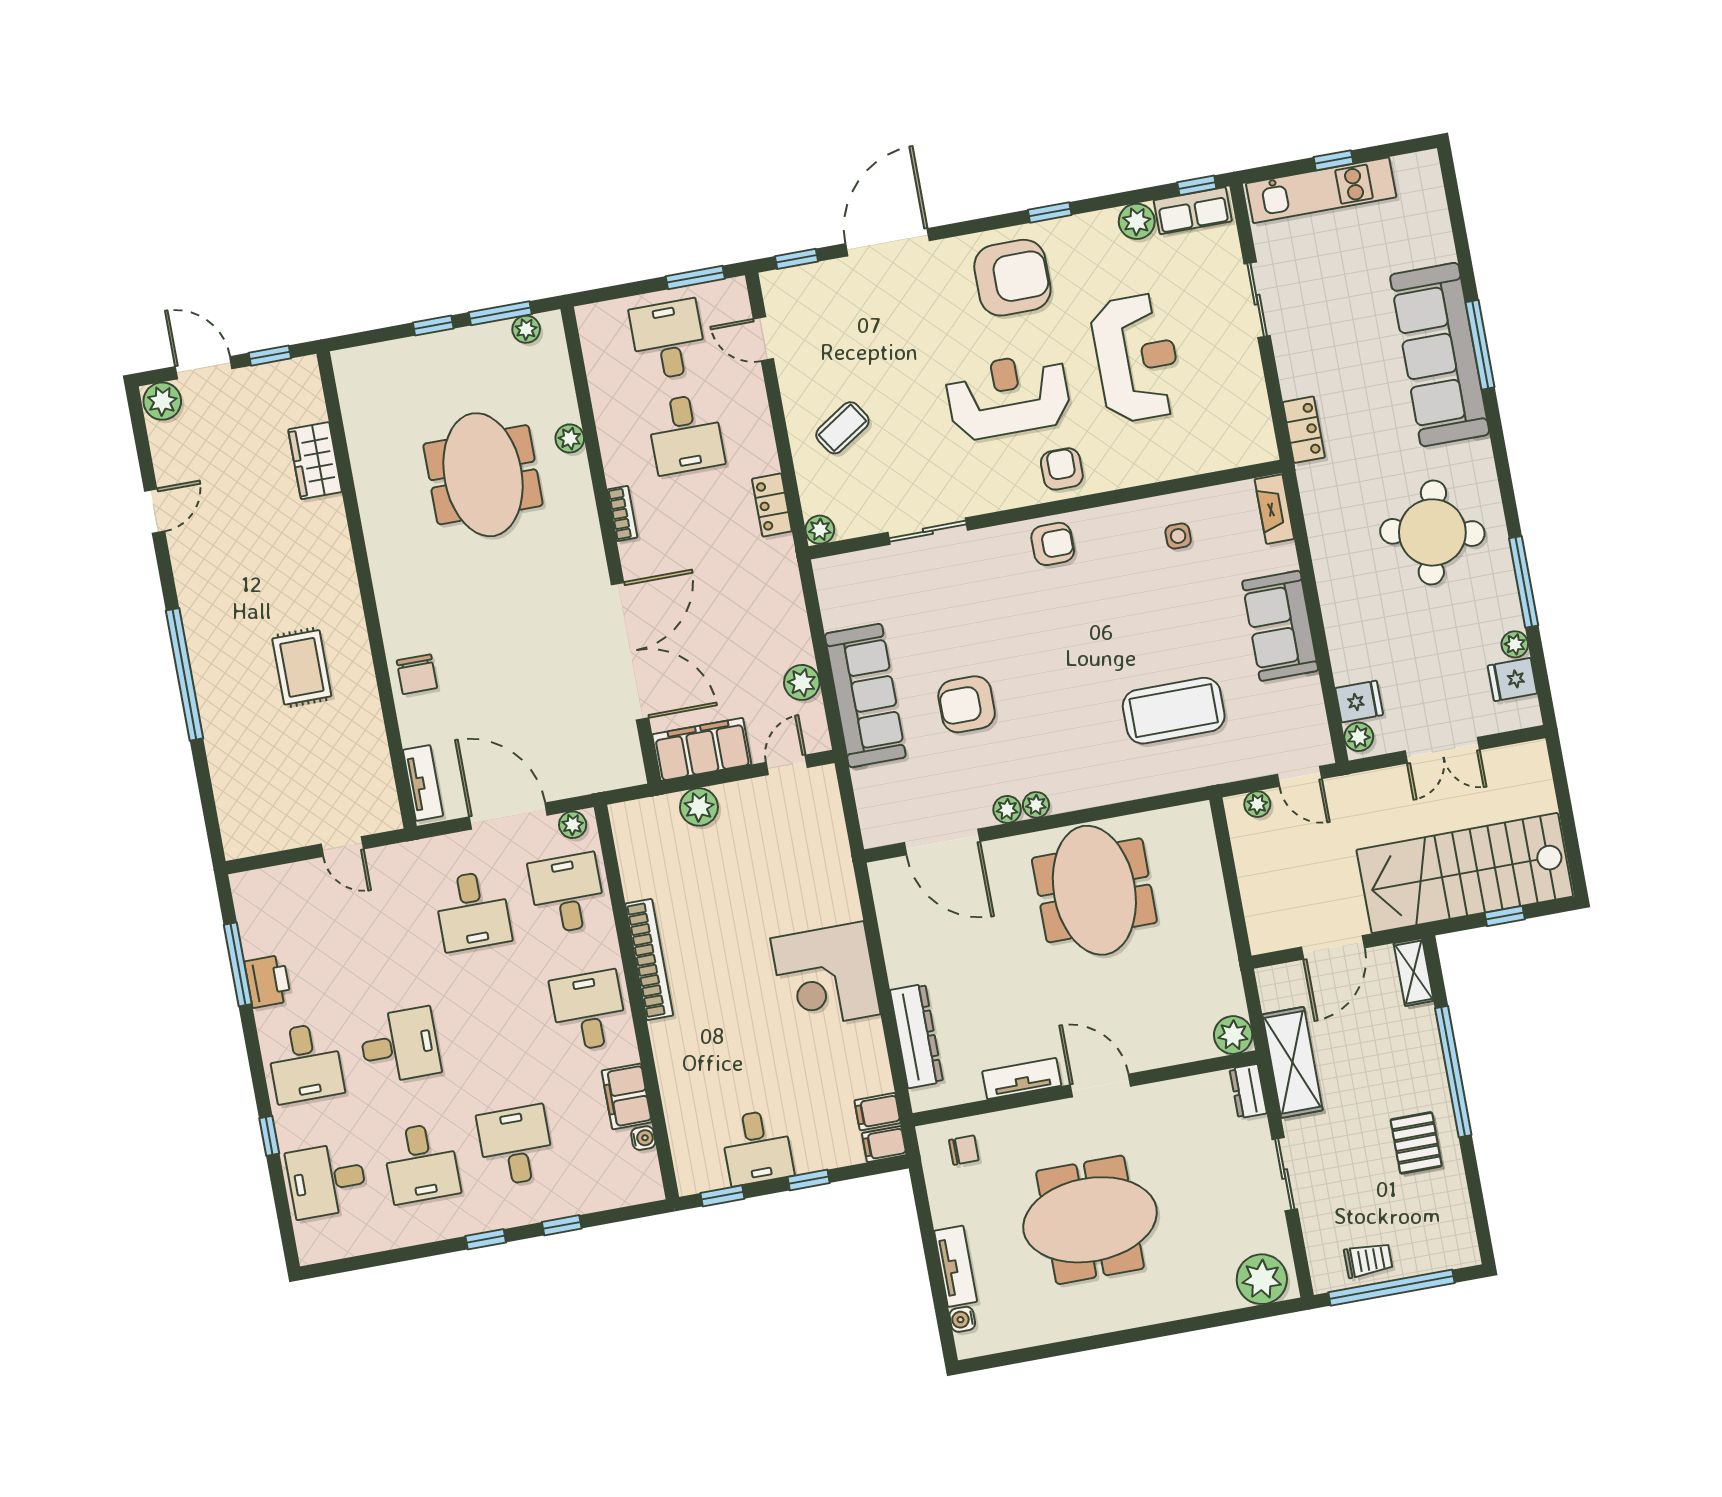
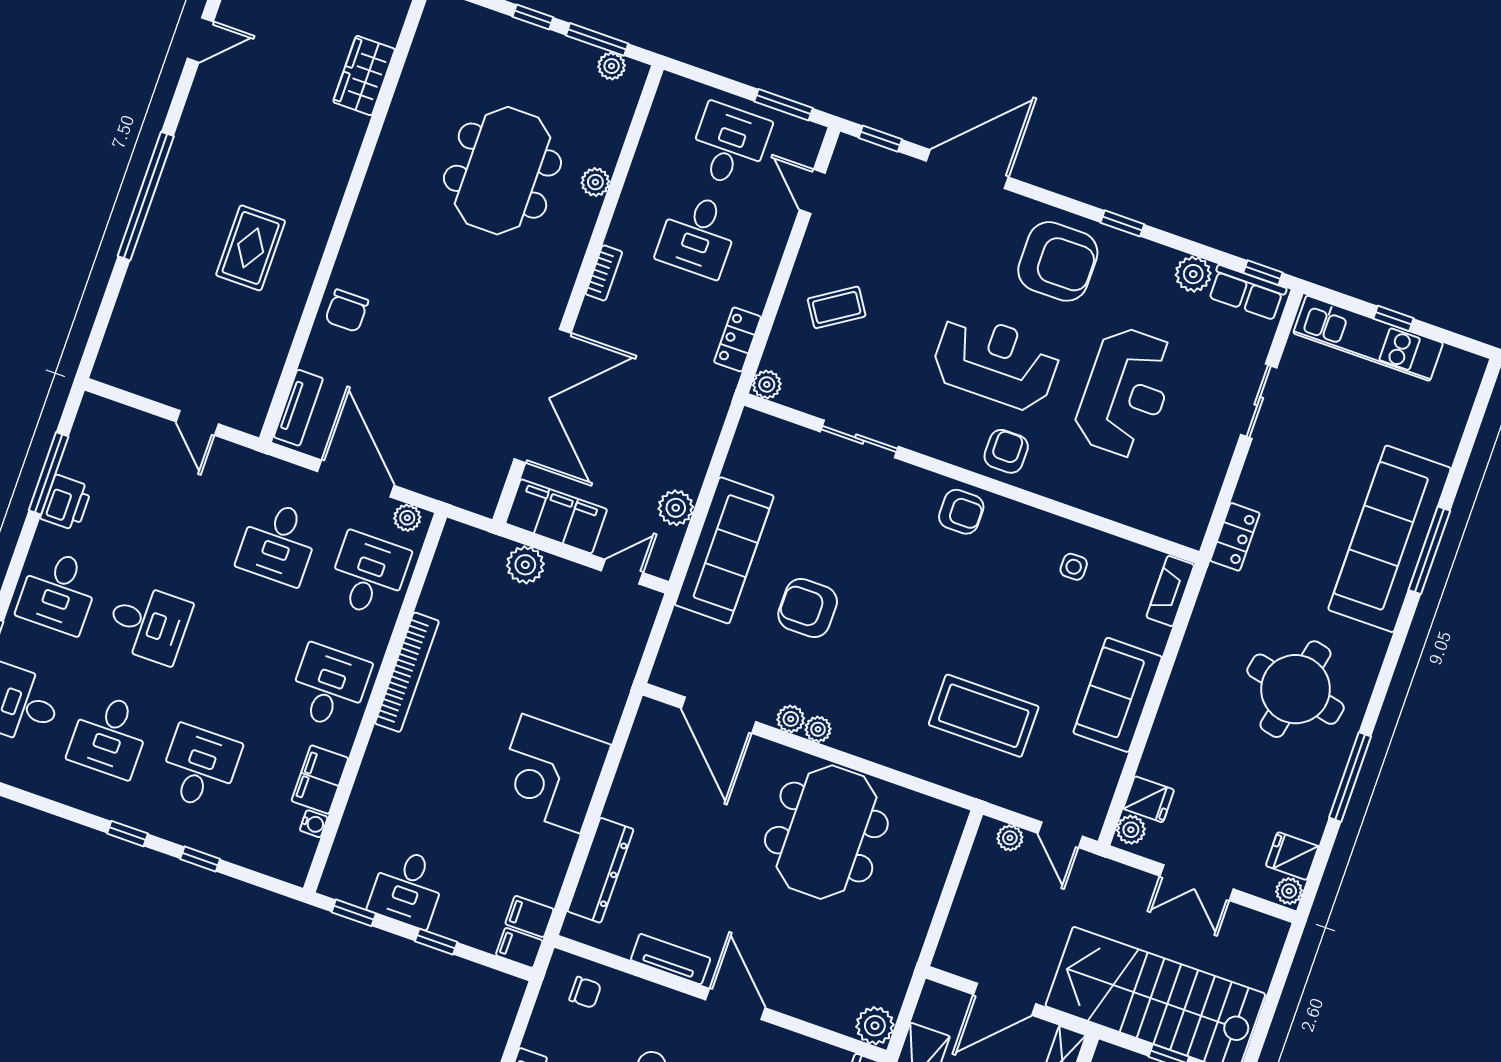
plant: (1515, 644) -> (1289, 891), moved

